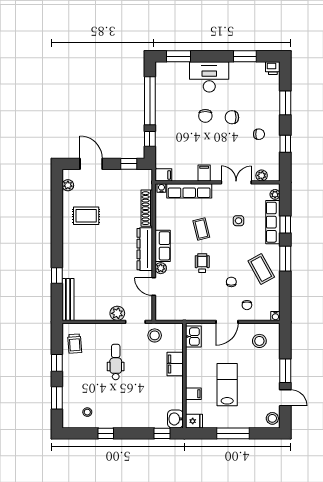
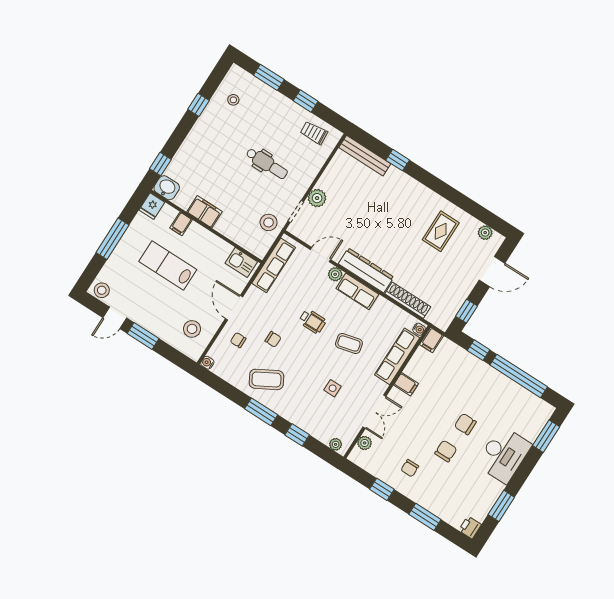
row of seats: (273, 222) -> (274, 265), moved, turned 90
filing cabinet: (175, 364) -> (205, 212), moved
lab bench: (227, 385) -> (168, 265), turned 180

